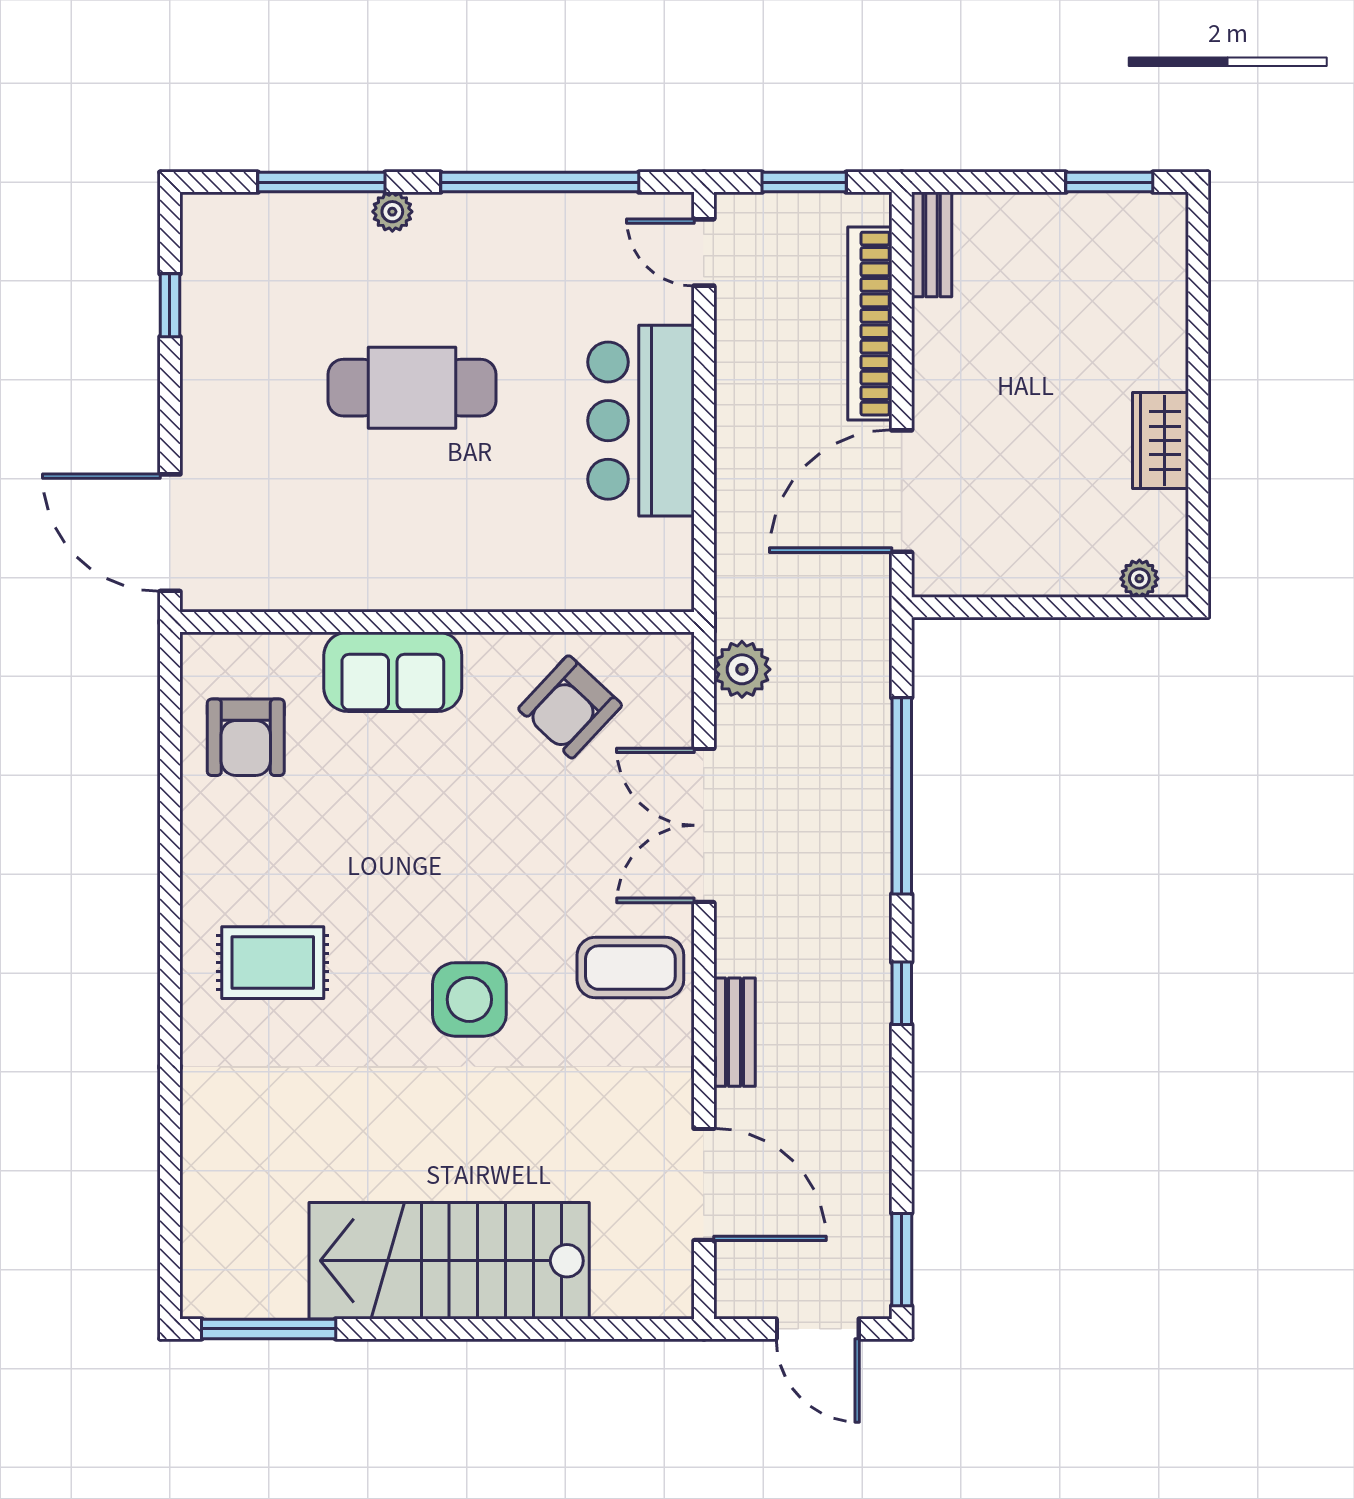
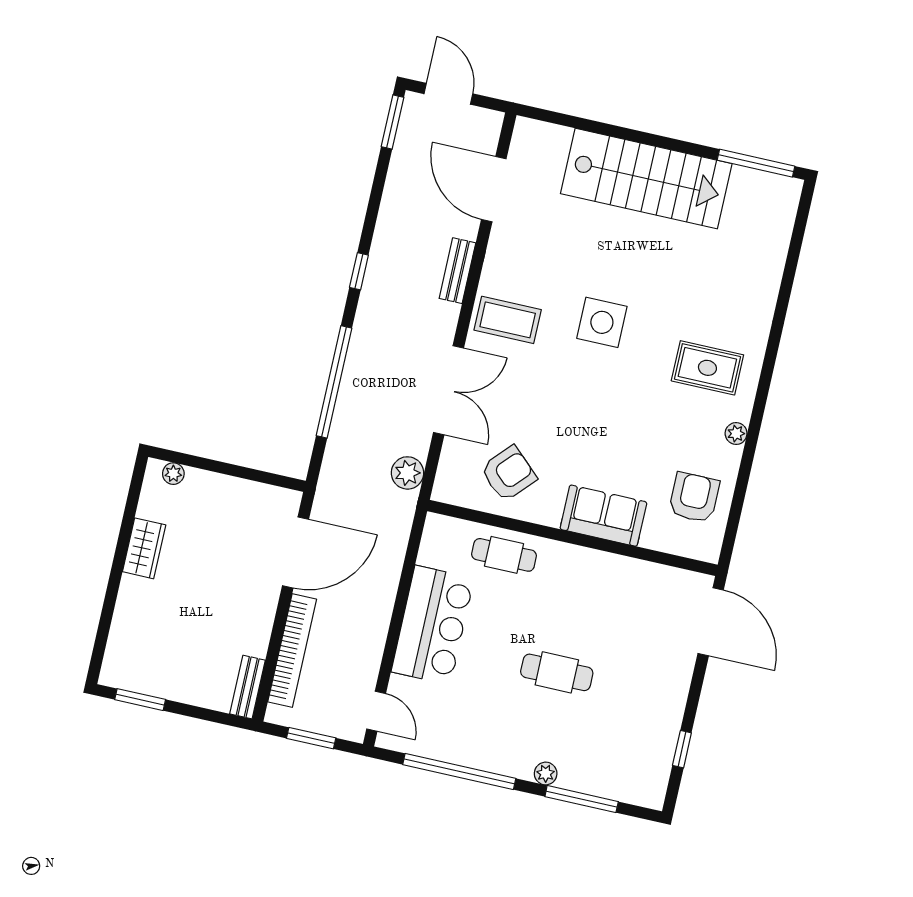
cafe table: (412, 388) -> (557, 672), width x0.73, depth x0.74
cafe table: (547, 567) -> (504, 555), added
plant: (199, 862) -> (736, 434), added

